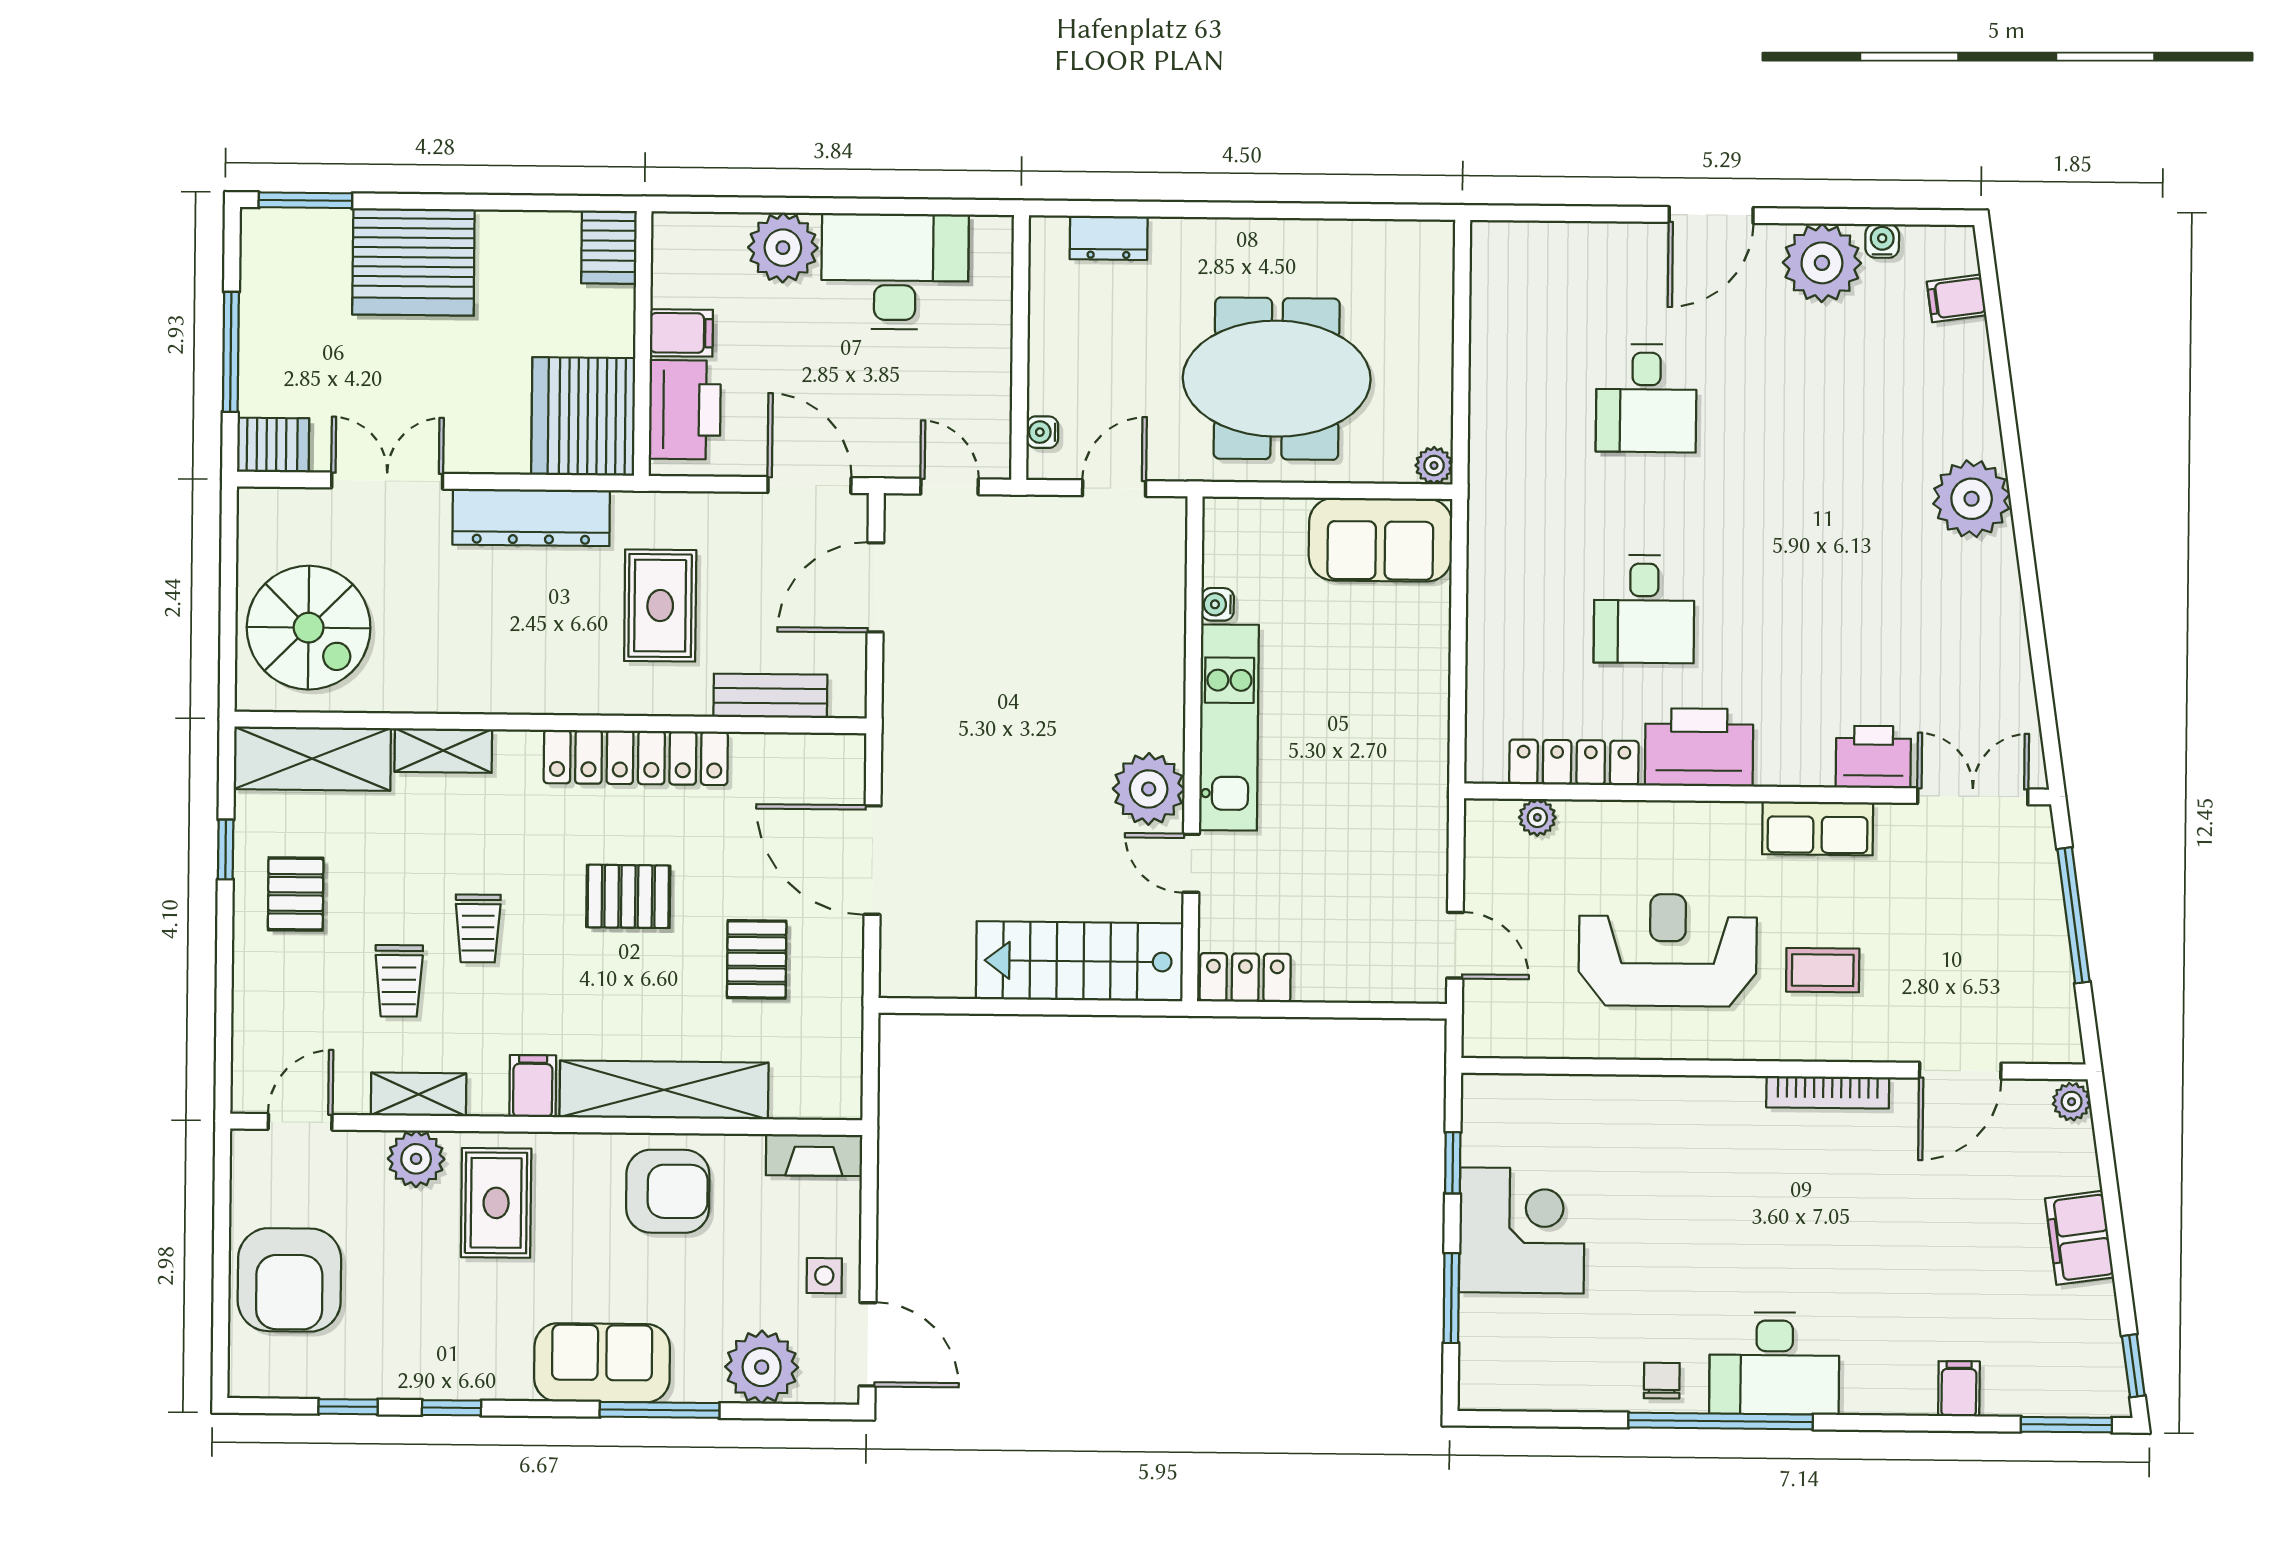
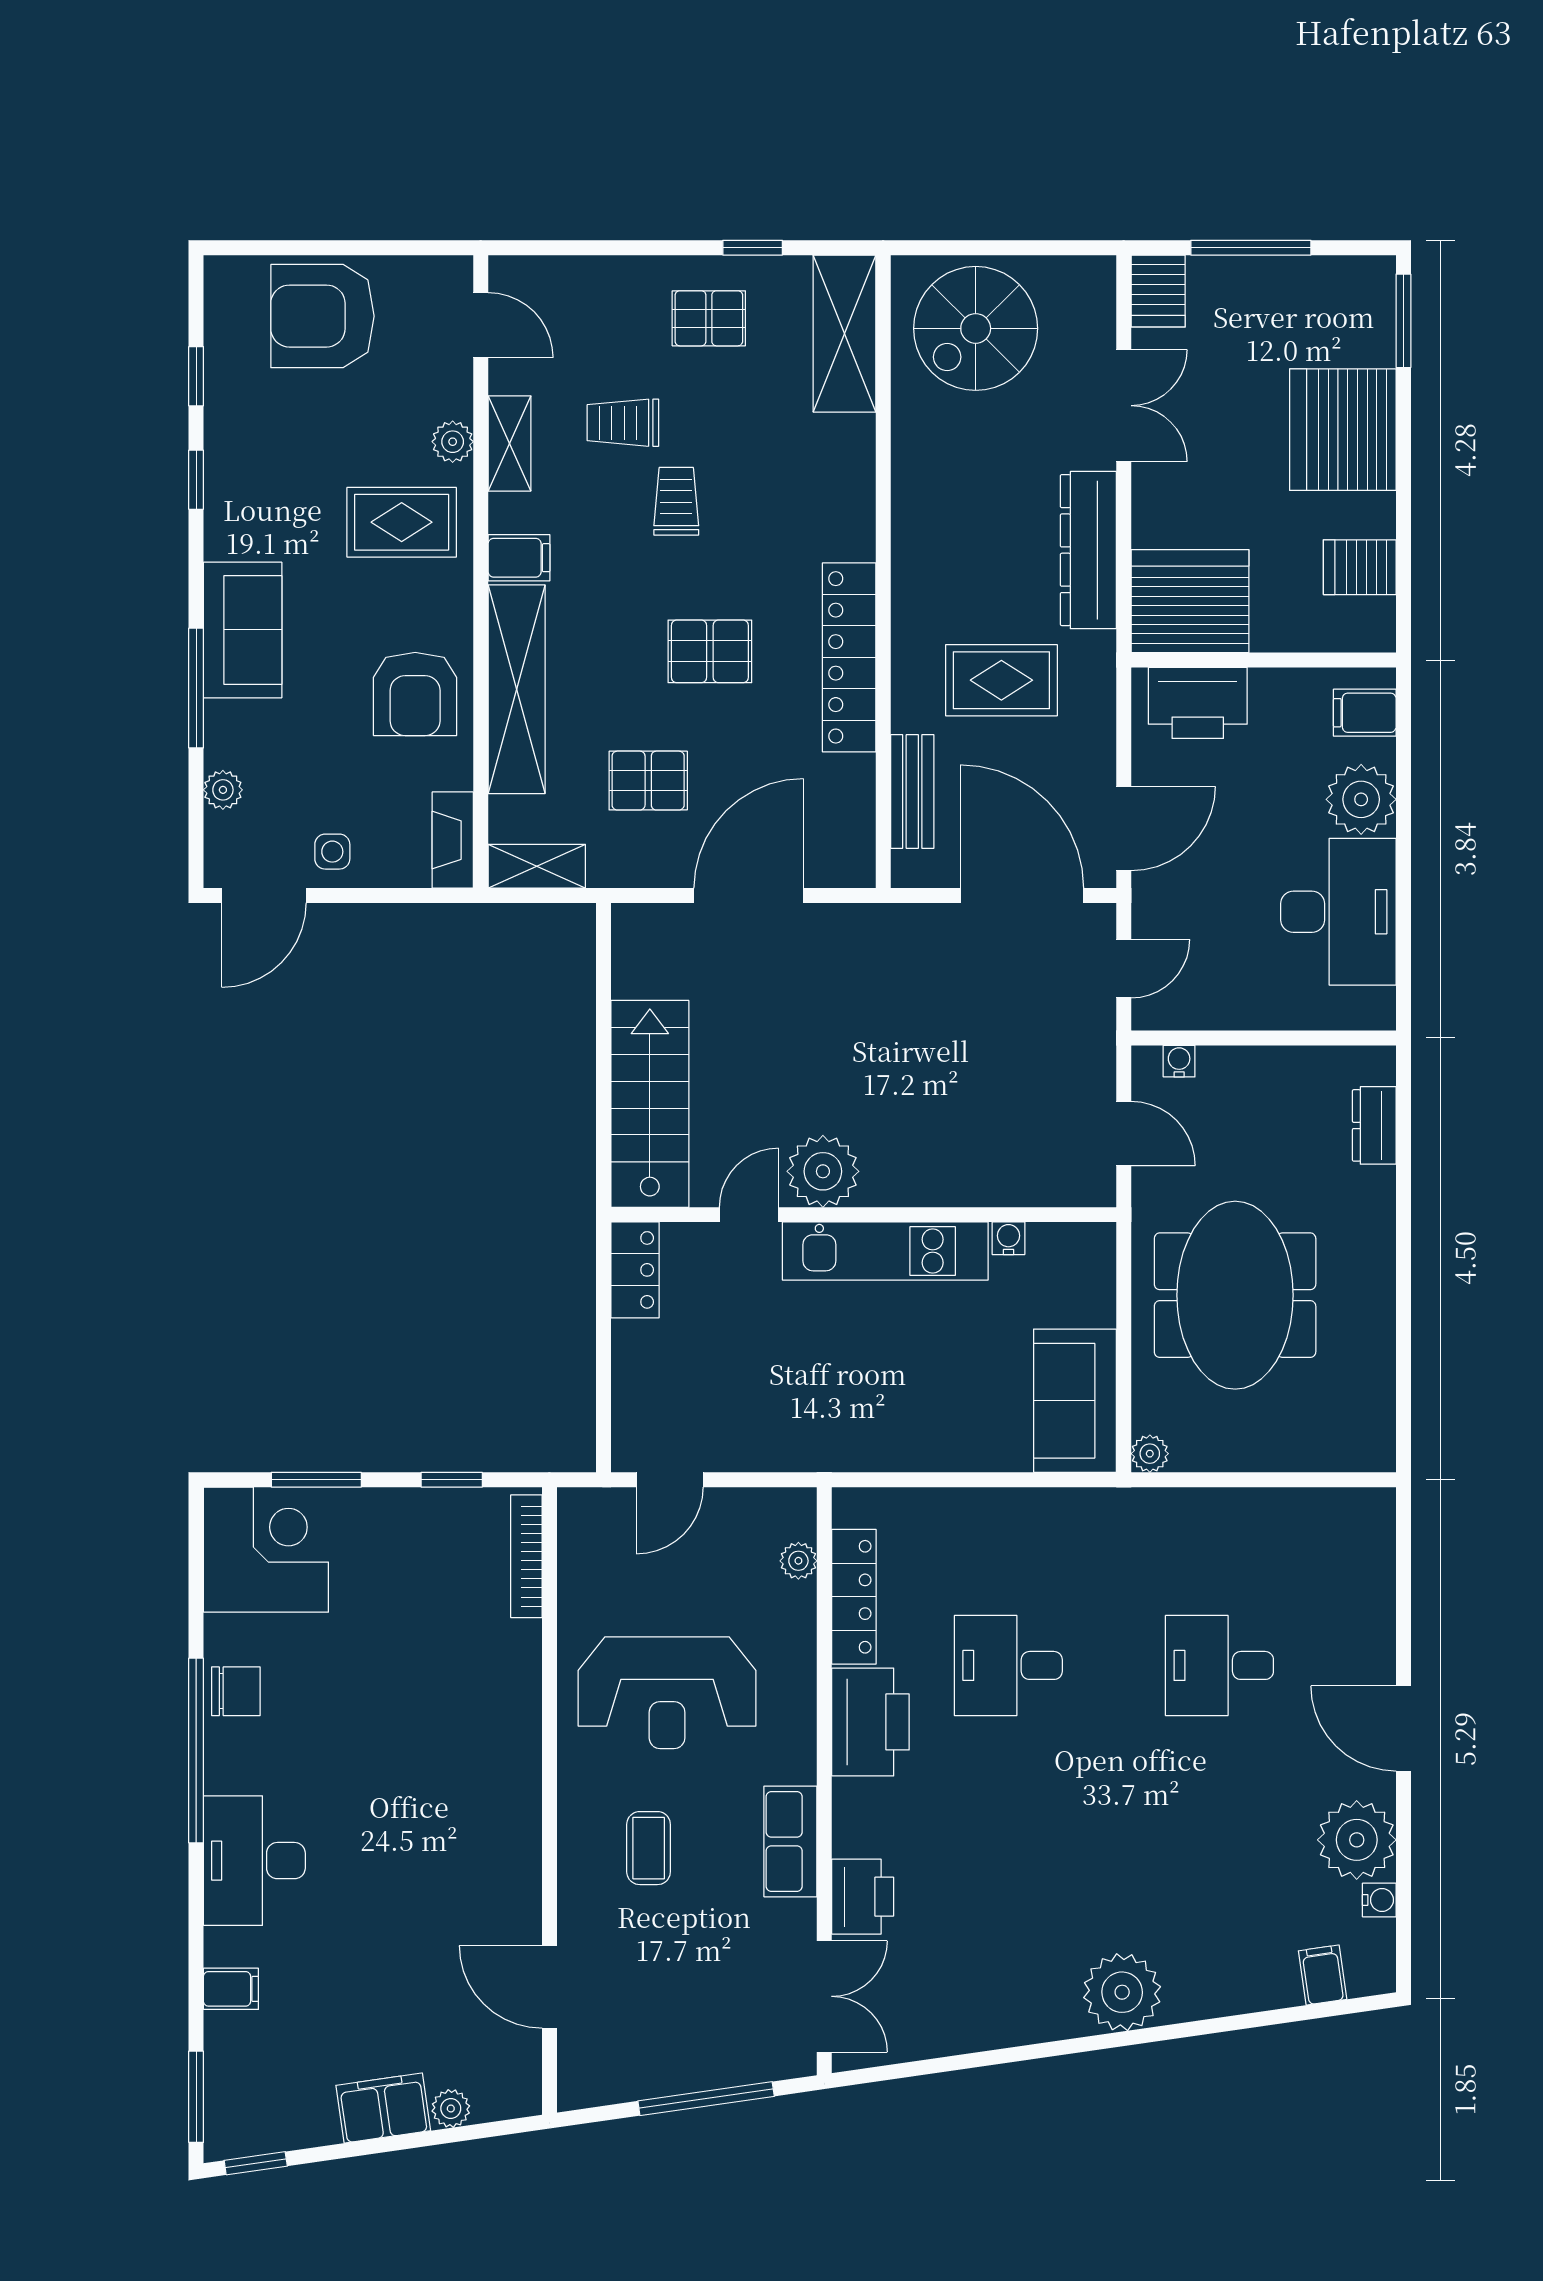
server rack: (609, 247) -> (1360, 567), moved
filing cabinet: (681, 333) -> (1365, 713), moved, turned 90
door: (875, 587) -> (1022, 896), width x1.36
shelving: (443, 751) -> (537, 866), moved, turned 90
pallet: (628, 896) -> (710, 651), turned 90
trolley: (478, 928) -> (676, 501), turned 90
reception desk: (1668, 950) -> (667, 1693), turned 90
bookcase: (1828, 1092) -> (526, 1556), moved
plant: (2072, 1102) -> (451, 2108), moved
plant: (416, 1159) -> (453, 442), width x0.73, depth x0.73
corner desk: (1522, 1230) -> (266, 1550), moved, turned -90
desk: (1774, 1363) -> (254, 1861), moved
plant: (762, 1367) -> (223, 790), width x0.53, depth x0.53
chair: (1662, 1381) -> (236, 1691), width x1.37, depth x1.37

